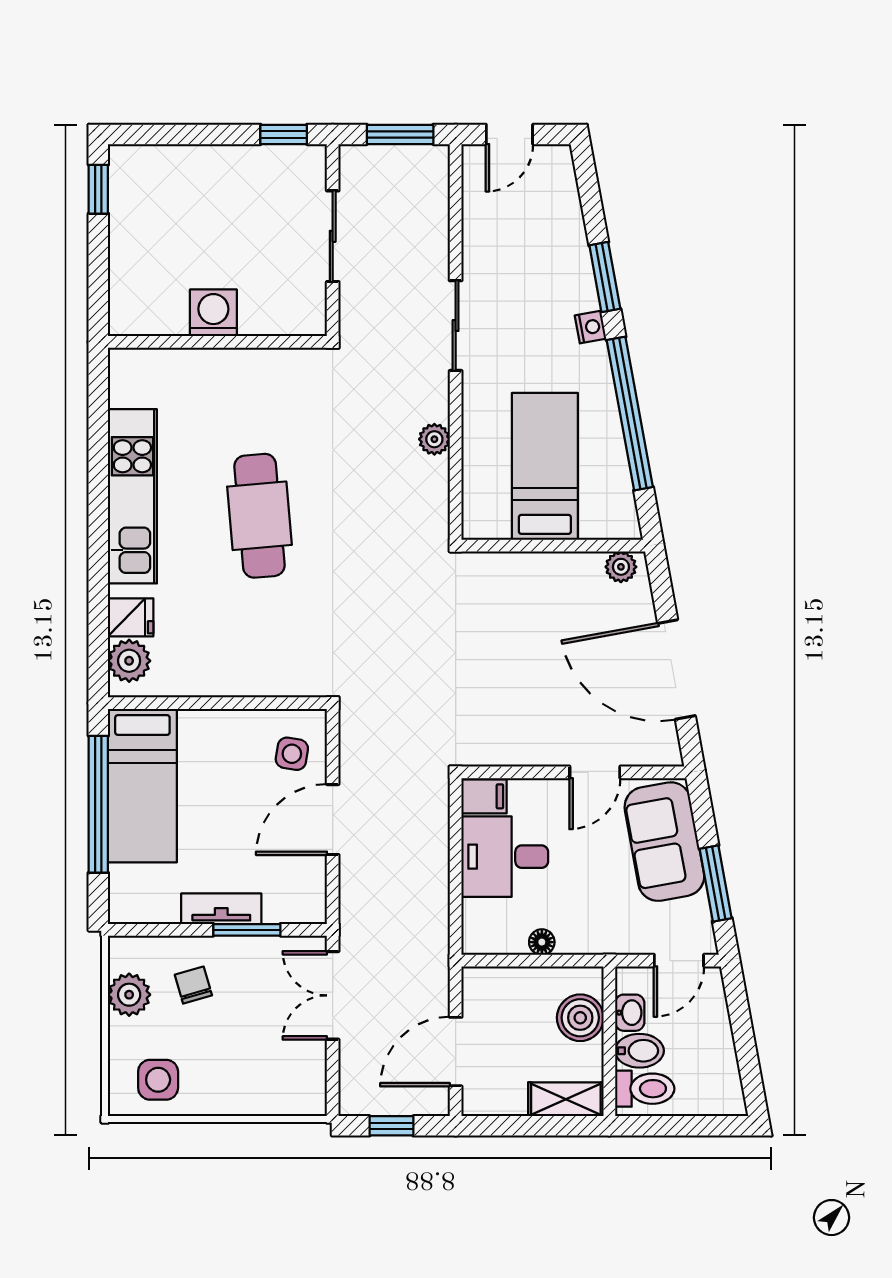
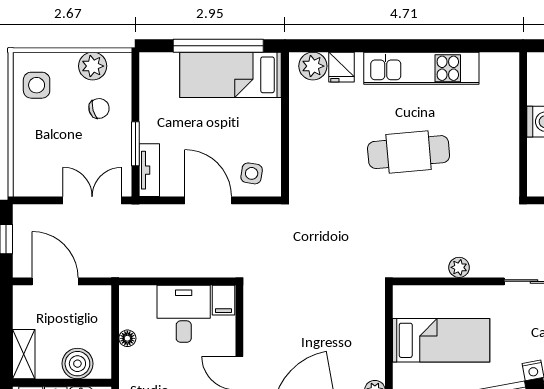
tv unit: (221, 909) -> (149, 170), moved

